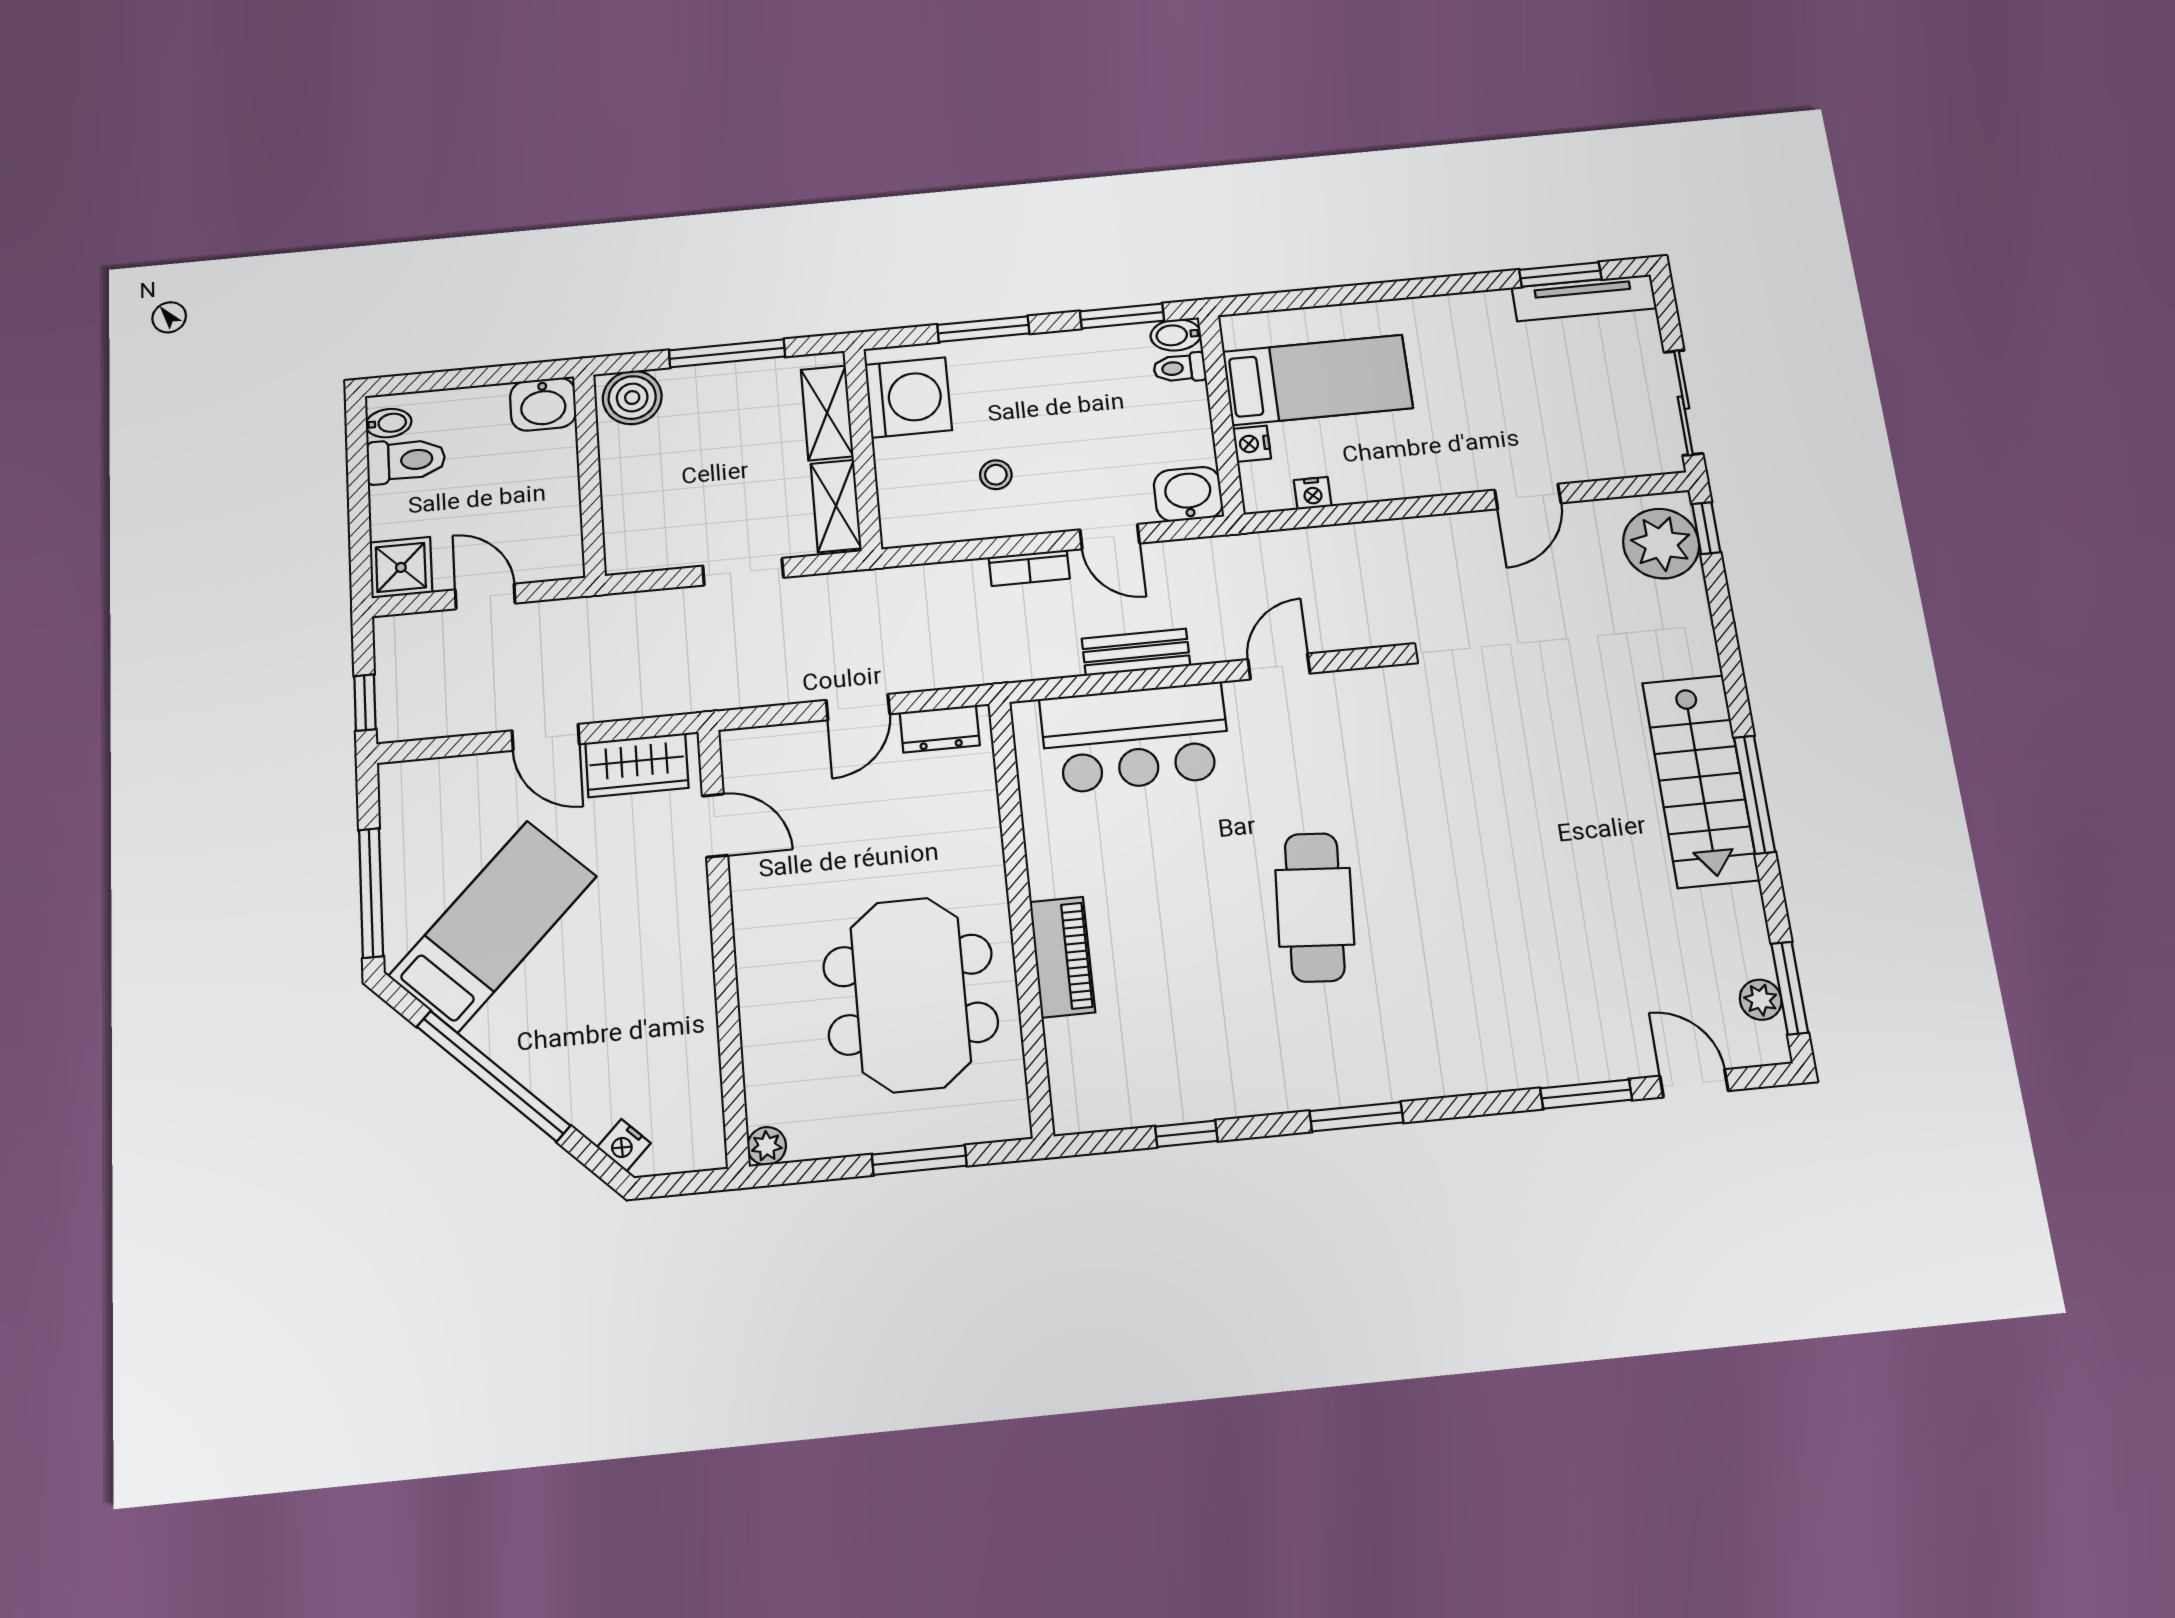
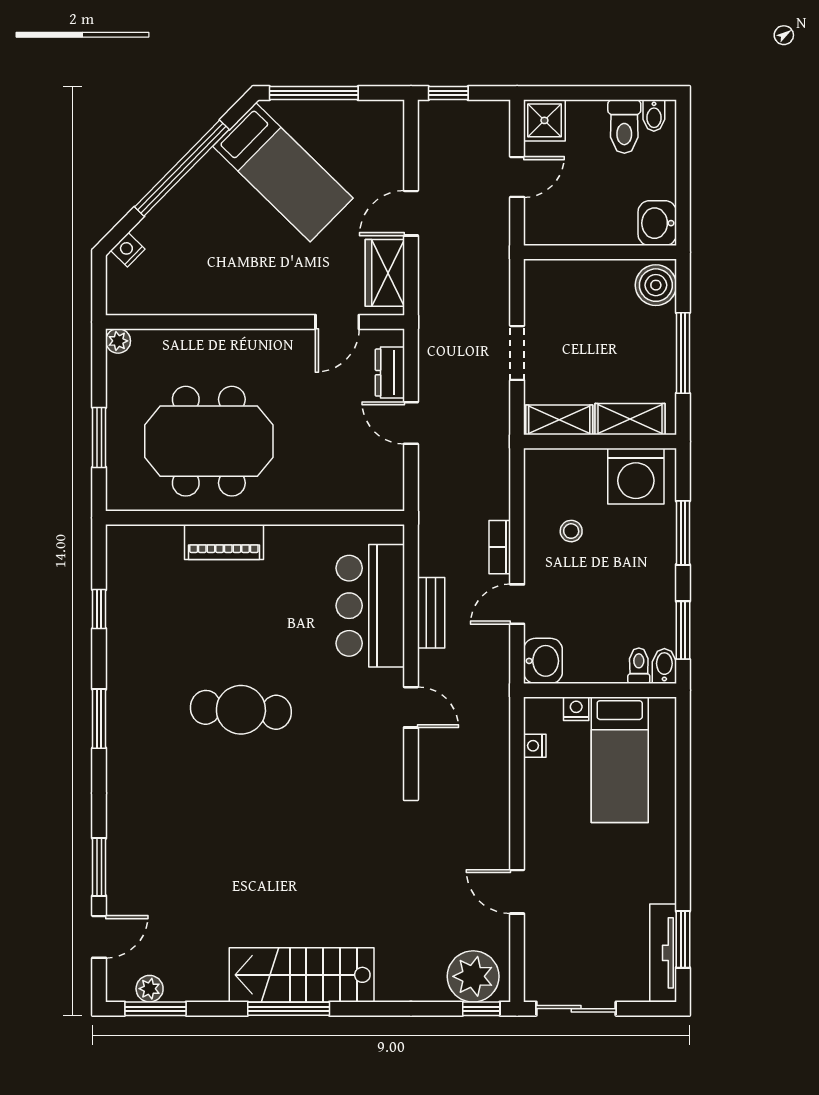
dresser: (940, 729) -> (390, 373), moved

